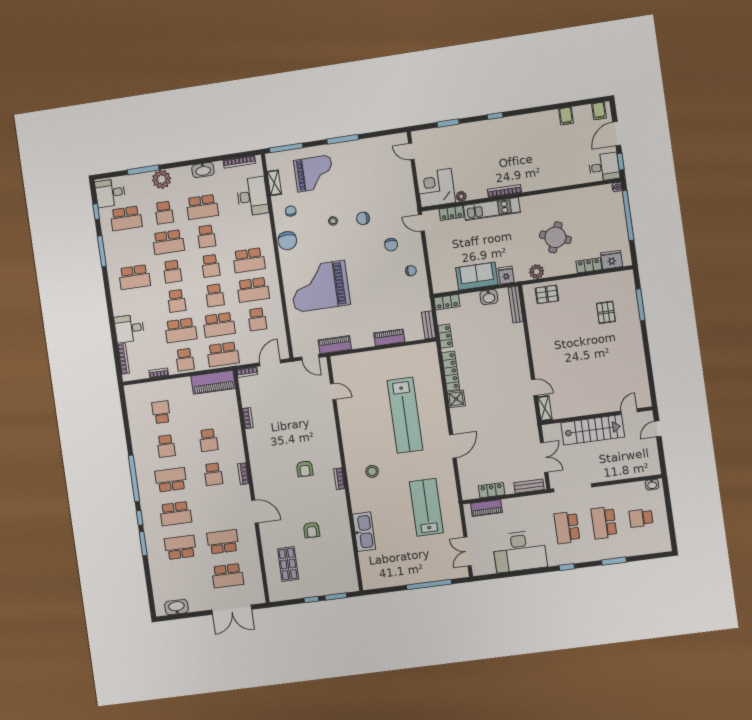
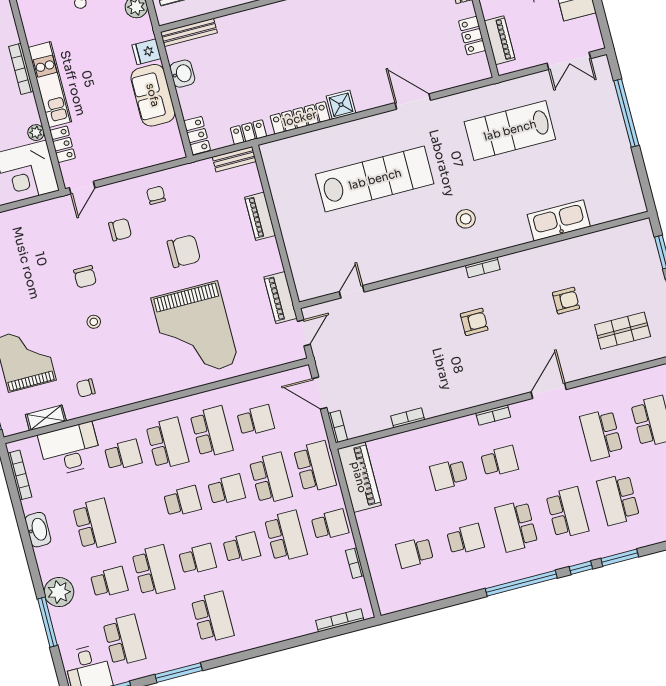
school desk: (206, 236) -> (123, 455), moved
chair: (287, 241) -> (184, 251), moved
desk: (129, 328) -> (292, 616), removed
school desk: (208, 440) -> (449, 474), turned 180

